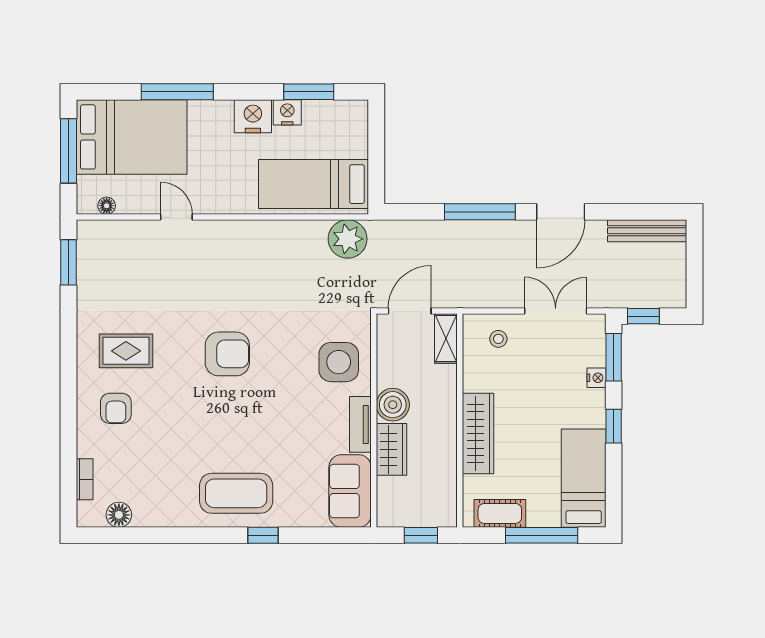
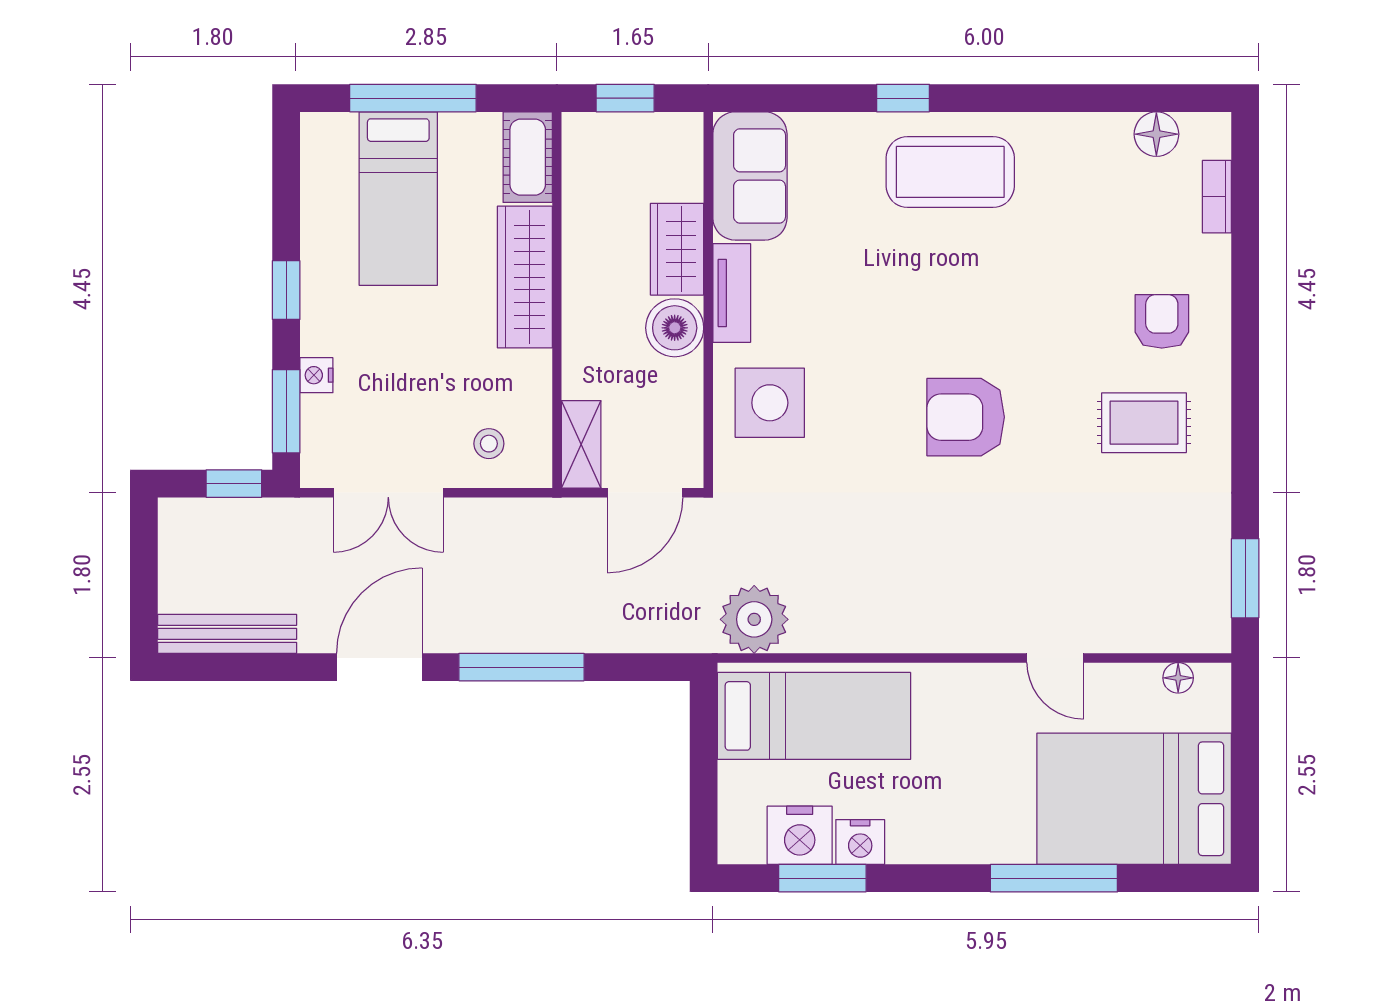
nightstand: (253, 116) -> (800, 835), moved
window: (68, 151) -> (1245, 774), removed
bed: (584, 478) -> (398, 199), moved
cot: (500, 513) -> (528, 157), moved, turned 90

